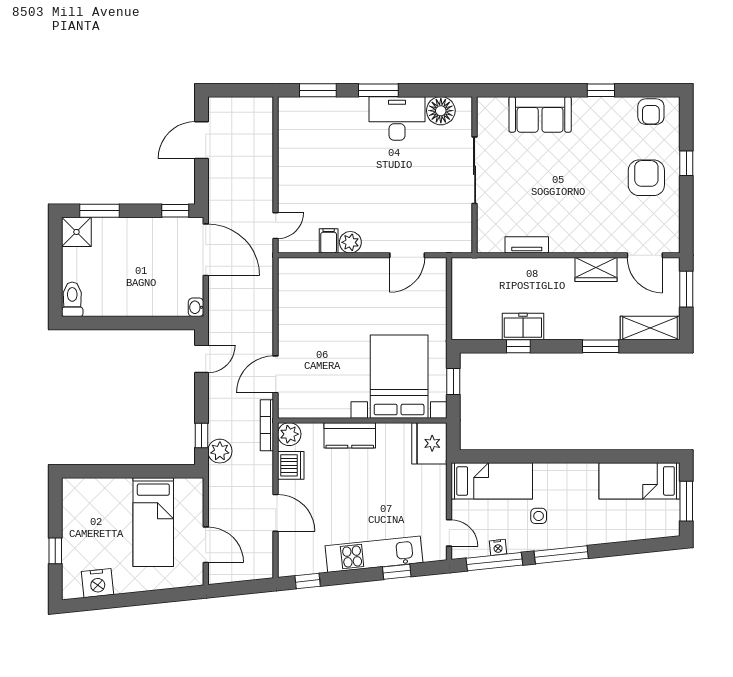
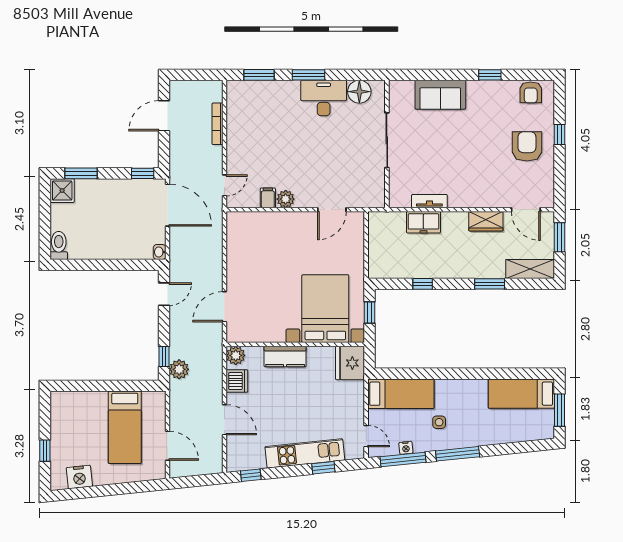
freezer: (523, 327) -> (423, 222), moved, turned 180
bookcase: (267, 425) -> (217, 124), moved

